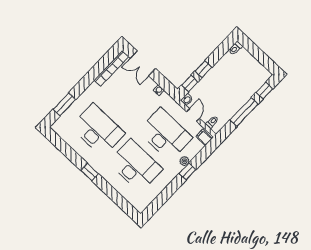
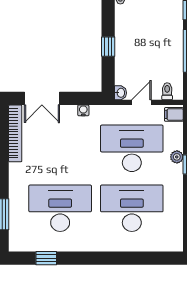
window: (190, 84) -> (108, 74), removed
door: (193, 115) -> (141, 102), hinge flipped
window: (90, 172) -> (46, 258), moved

